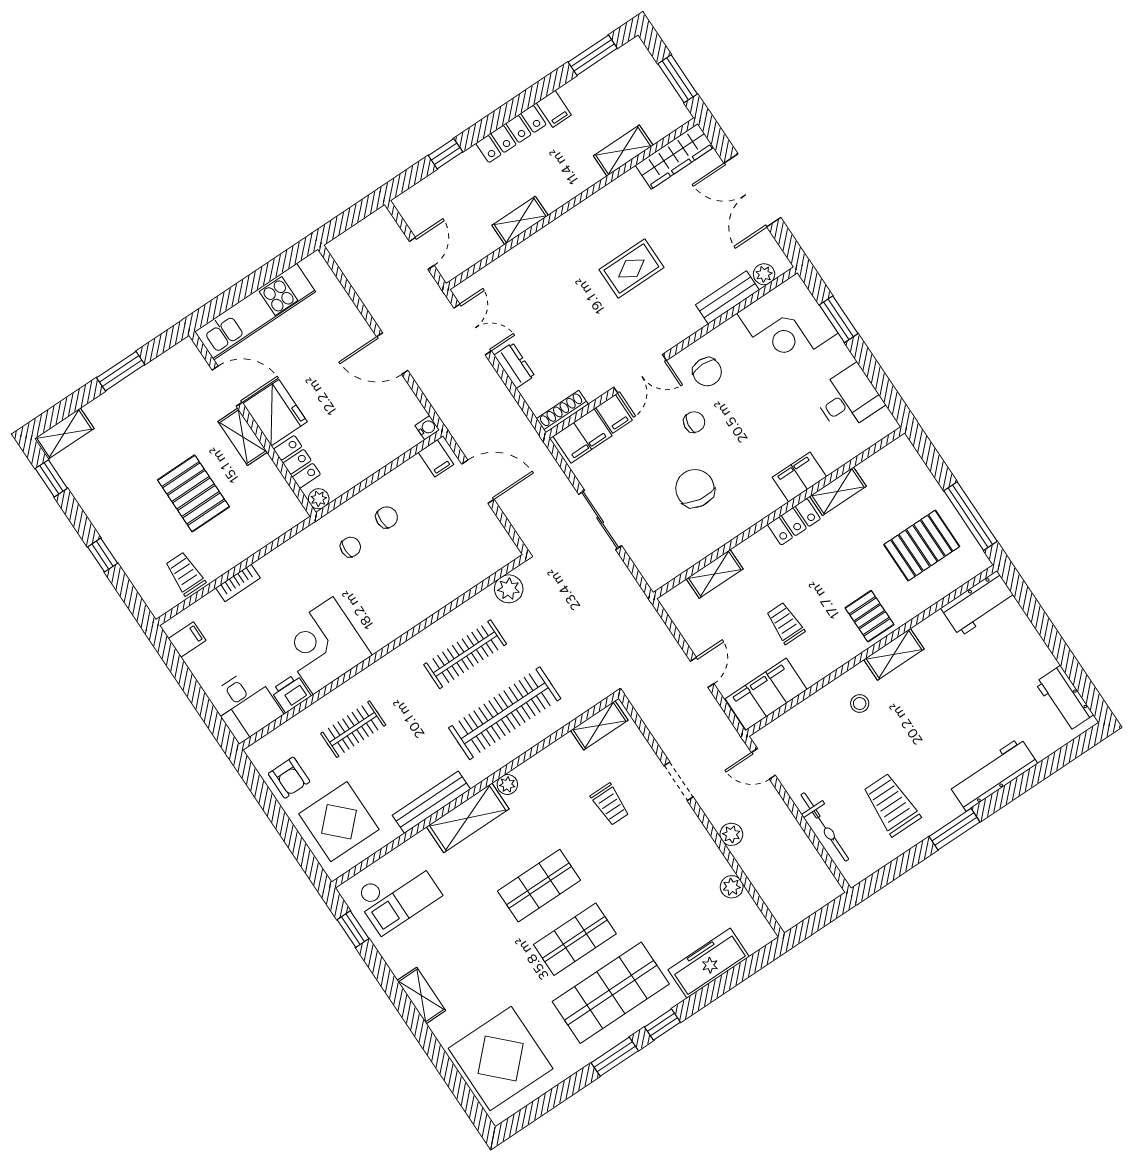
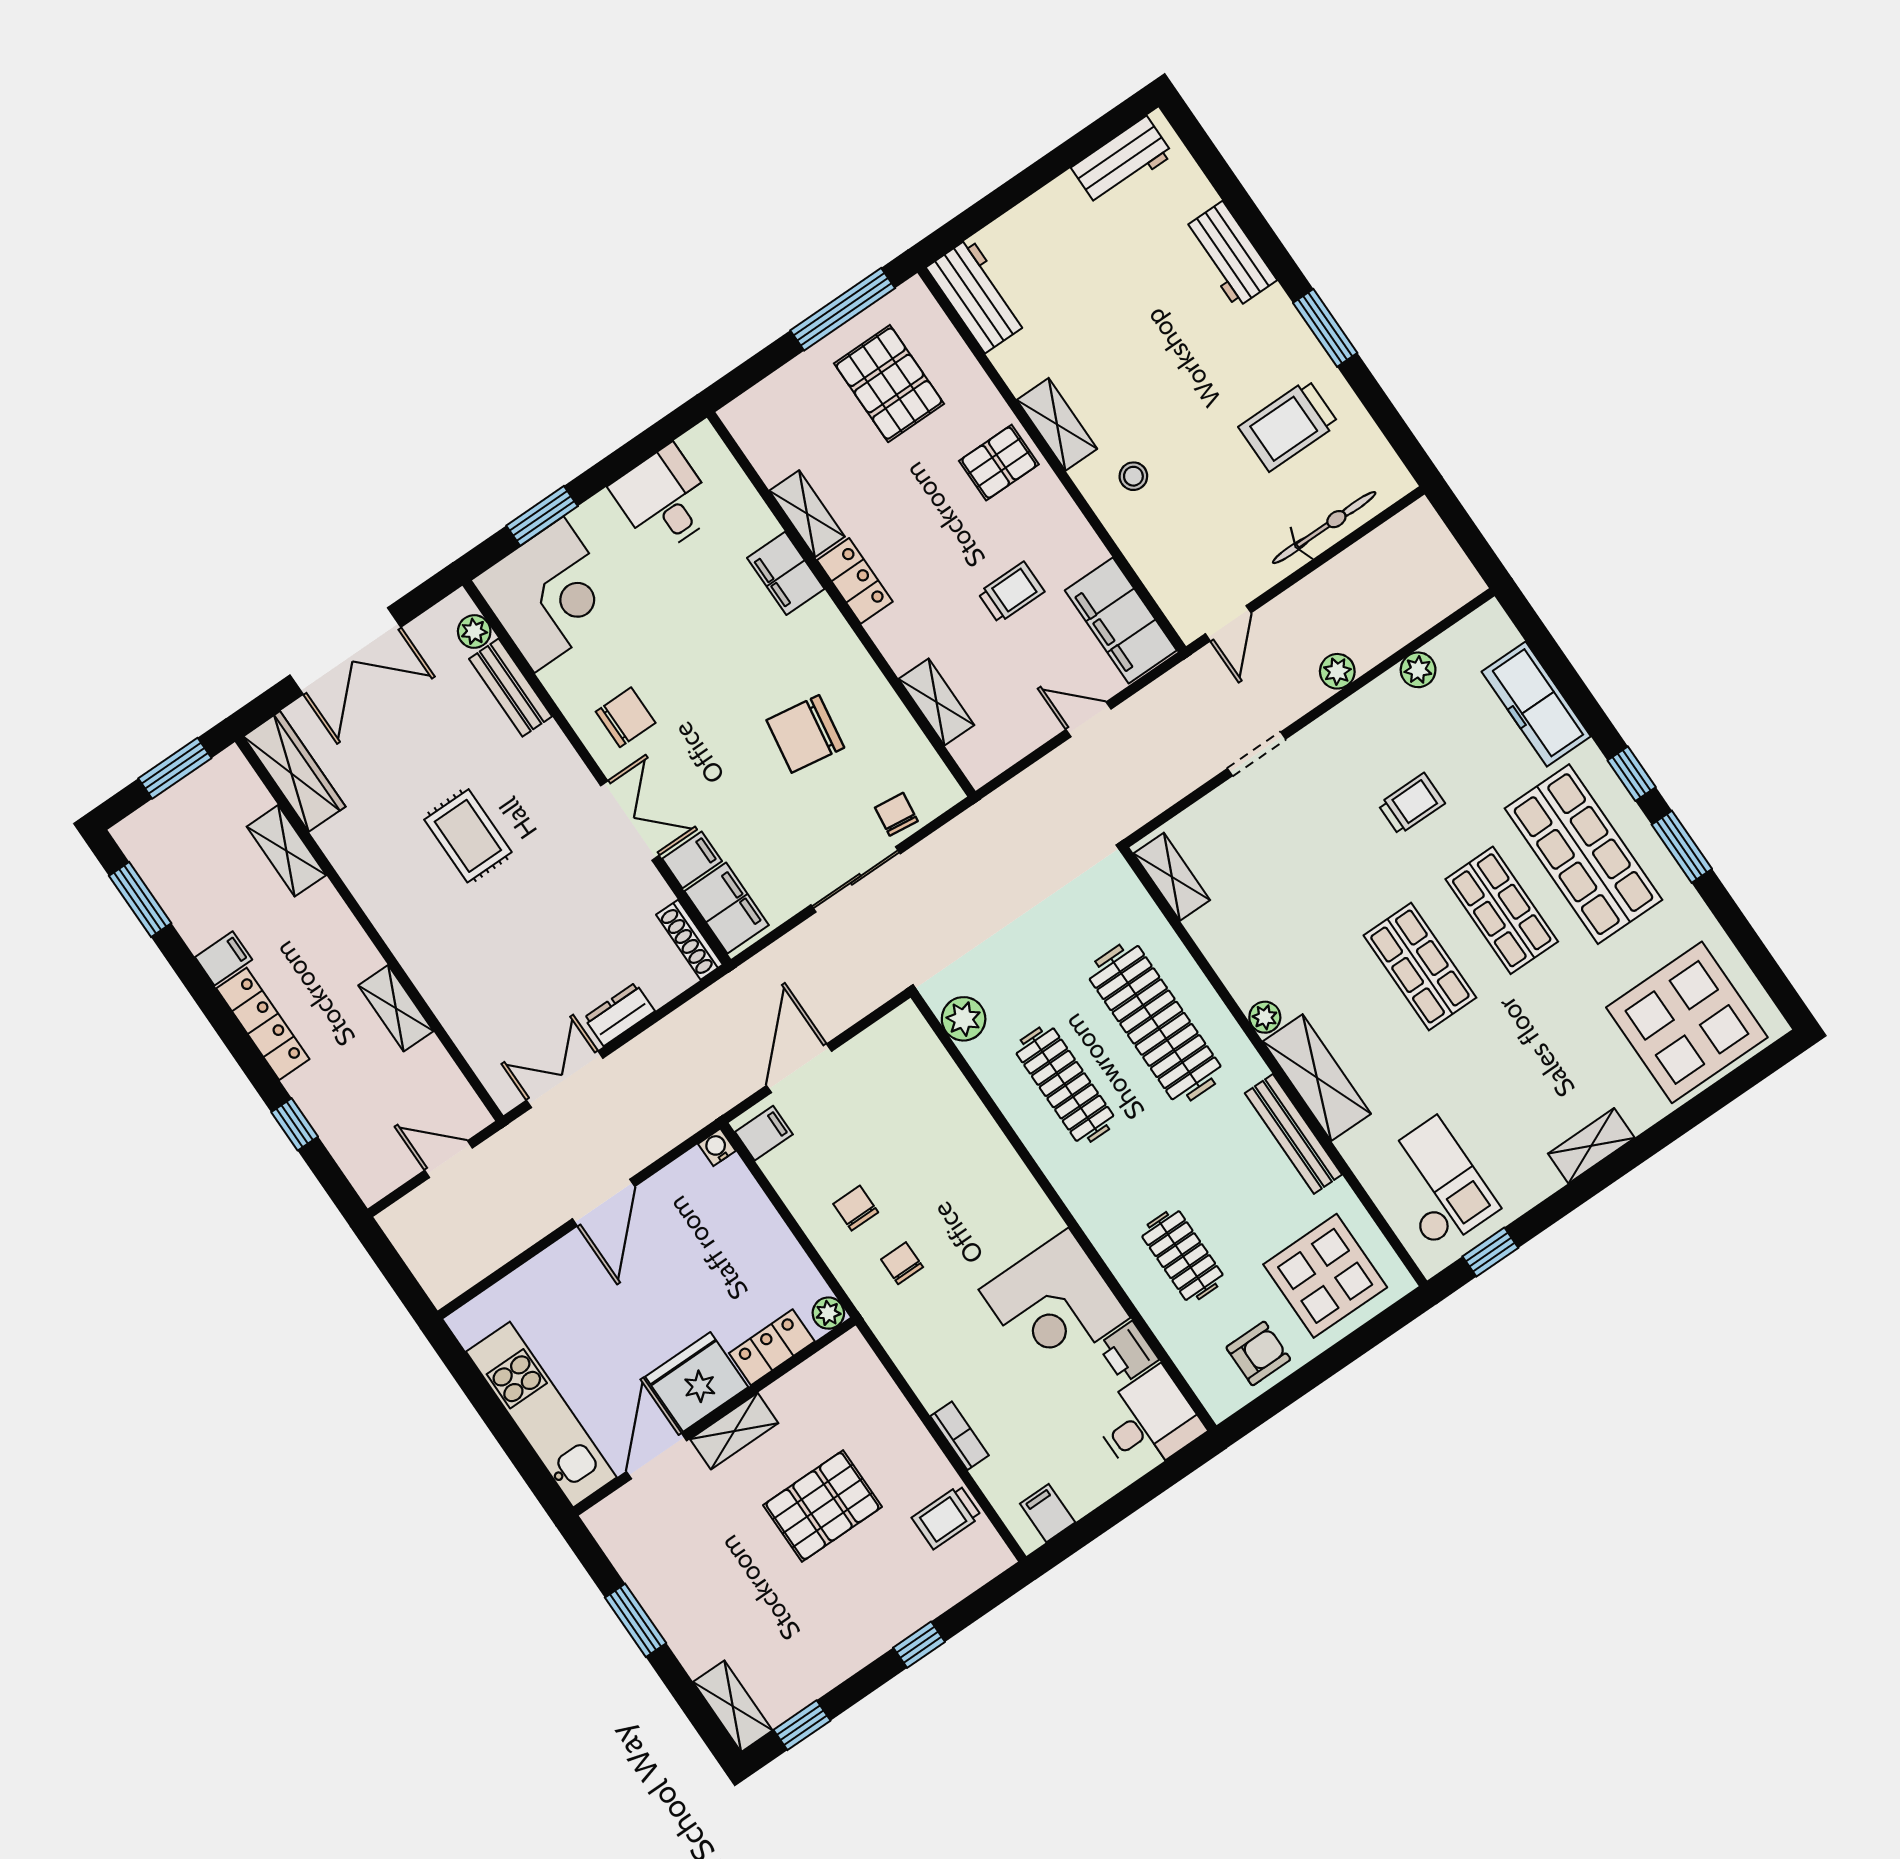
chair: (694, 422) -> (896, 814), moved
trolley: (785, 623) -> (1011, 592), turned 180
workbench: (993, 774) -> (1229, 254), width x0.73
trolley: (610, 804) -> (1412, 804), moved

